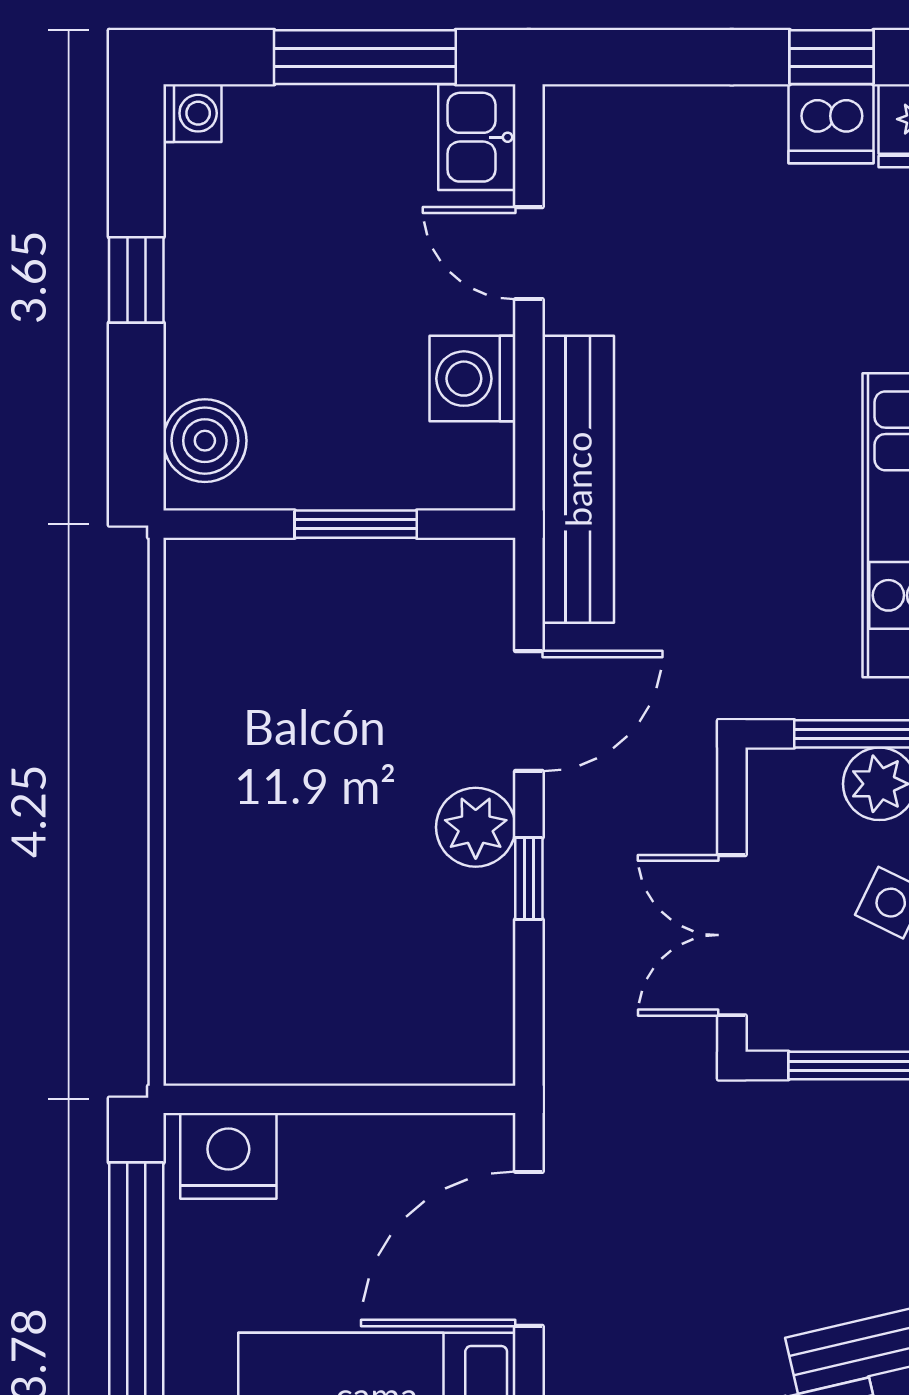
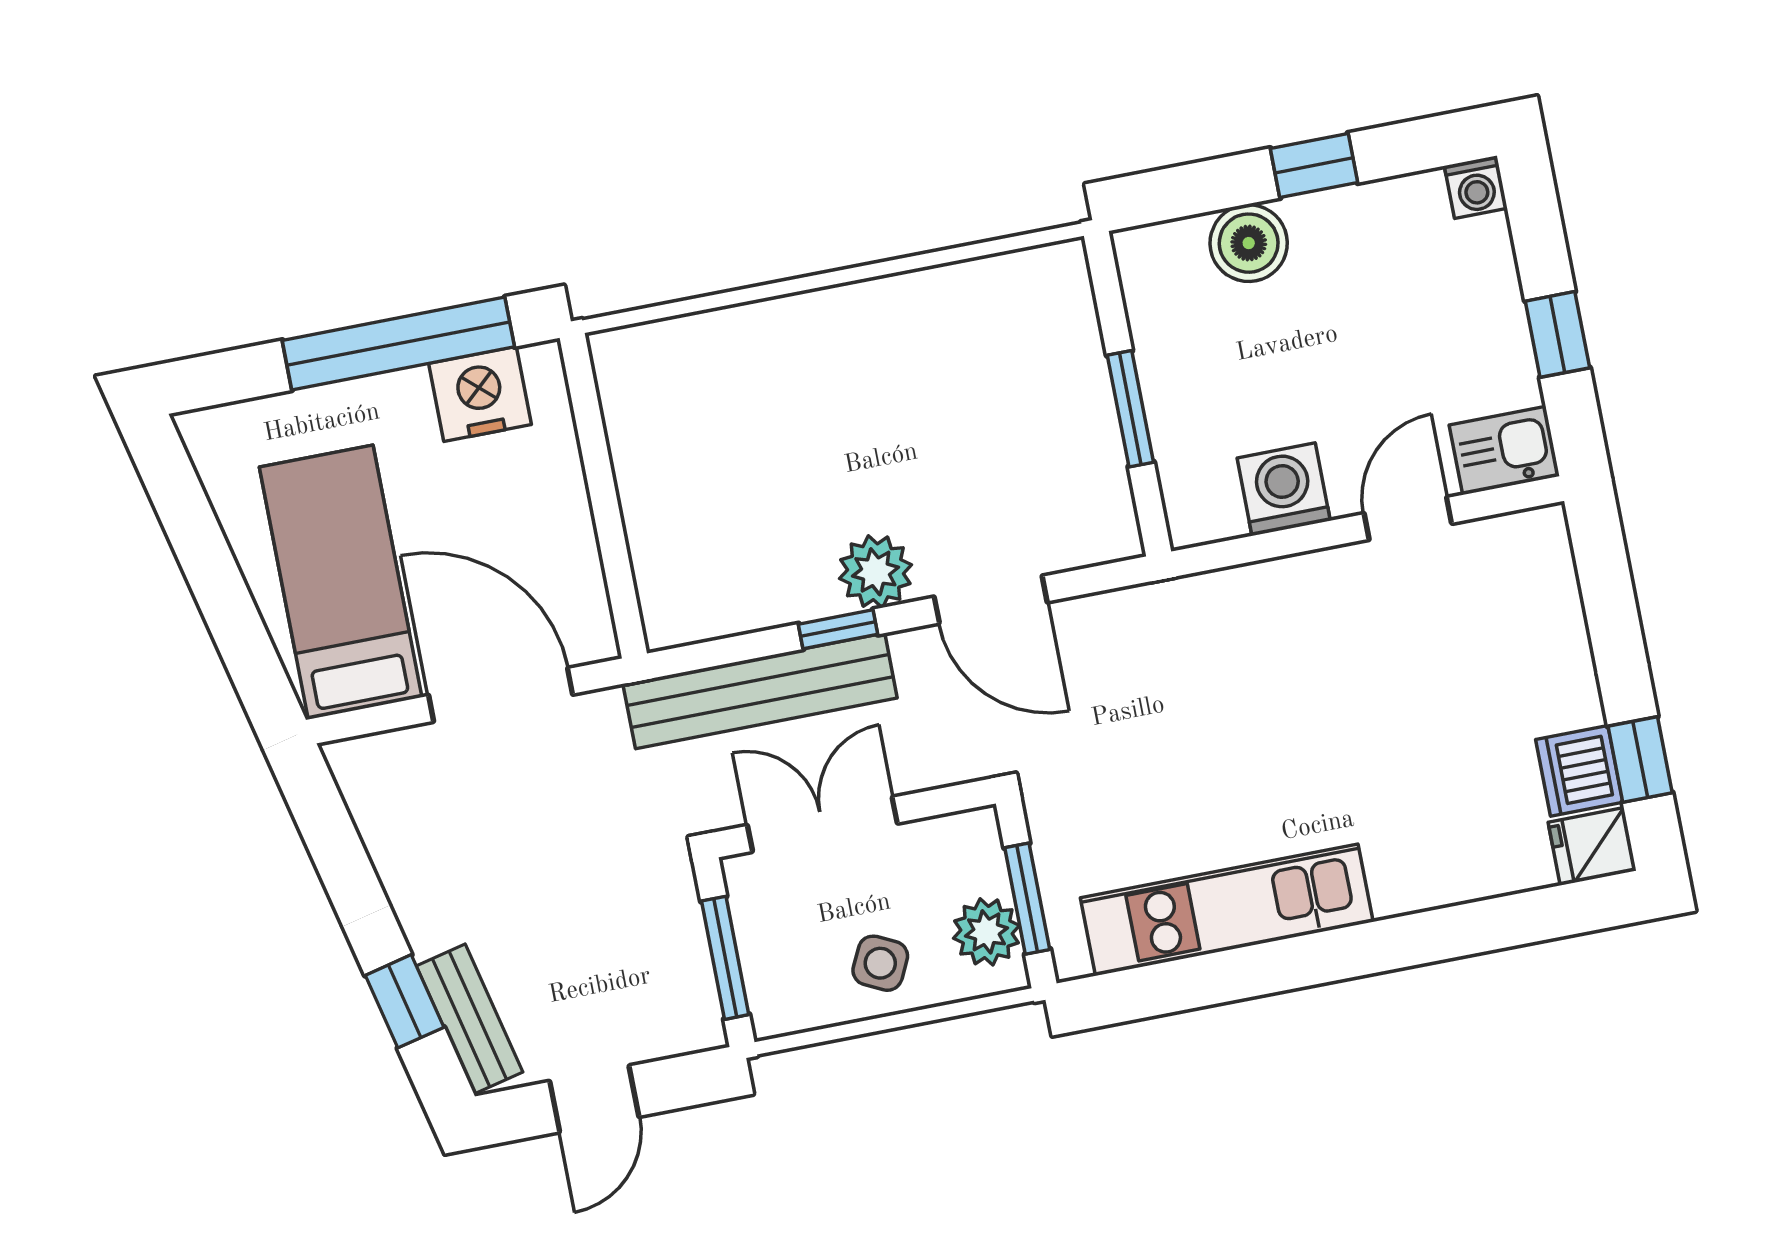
window: (365, 57) -> (1557, 334), width x0.46
boiler: (205, 441) -> (1249, 243), moved
bench: (578, 479) -> (760, 691), moved
nightstand: (228, 1156) -> (480, 394), moved, turned -90

